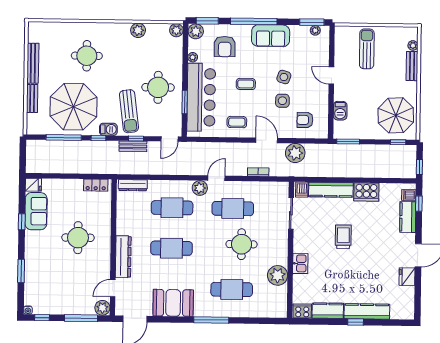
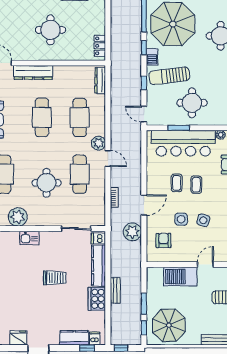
barbecue: (340, 111) -> (180, 277), width x1.88, depth x1.53
coffee table: (237, 122) -> (177, 183), moved
window: (348, 141) -> (144, 304), moved
bench: (133, 146) -> (115, 290), moved

